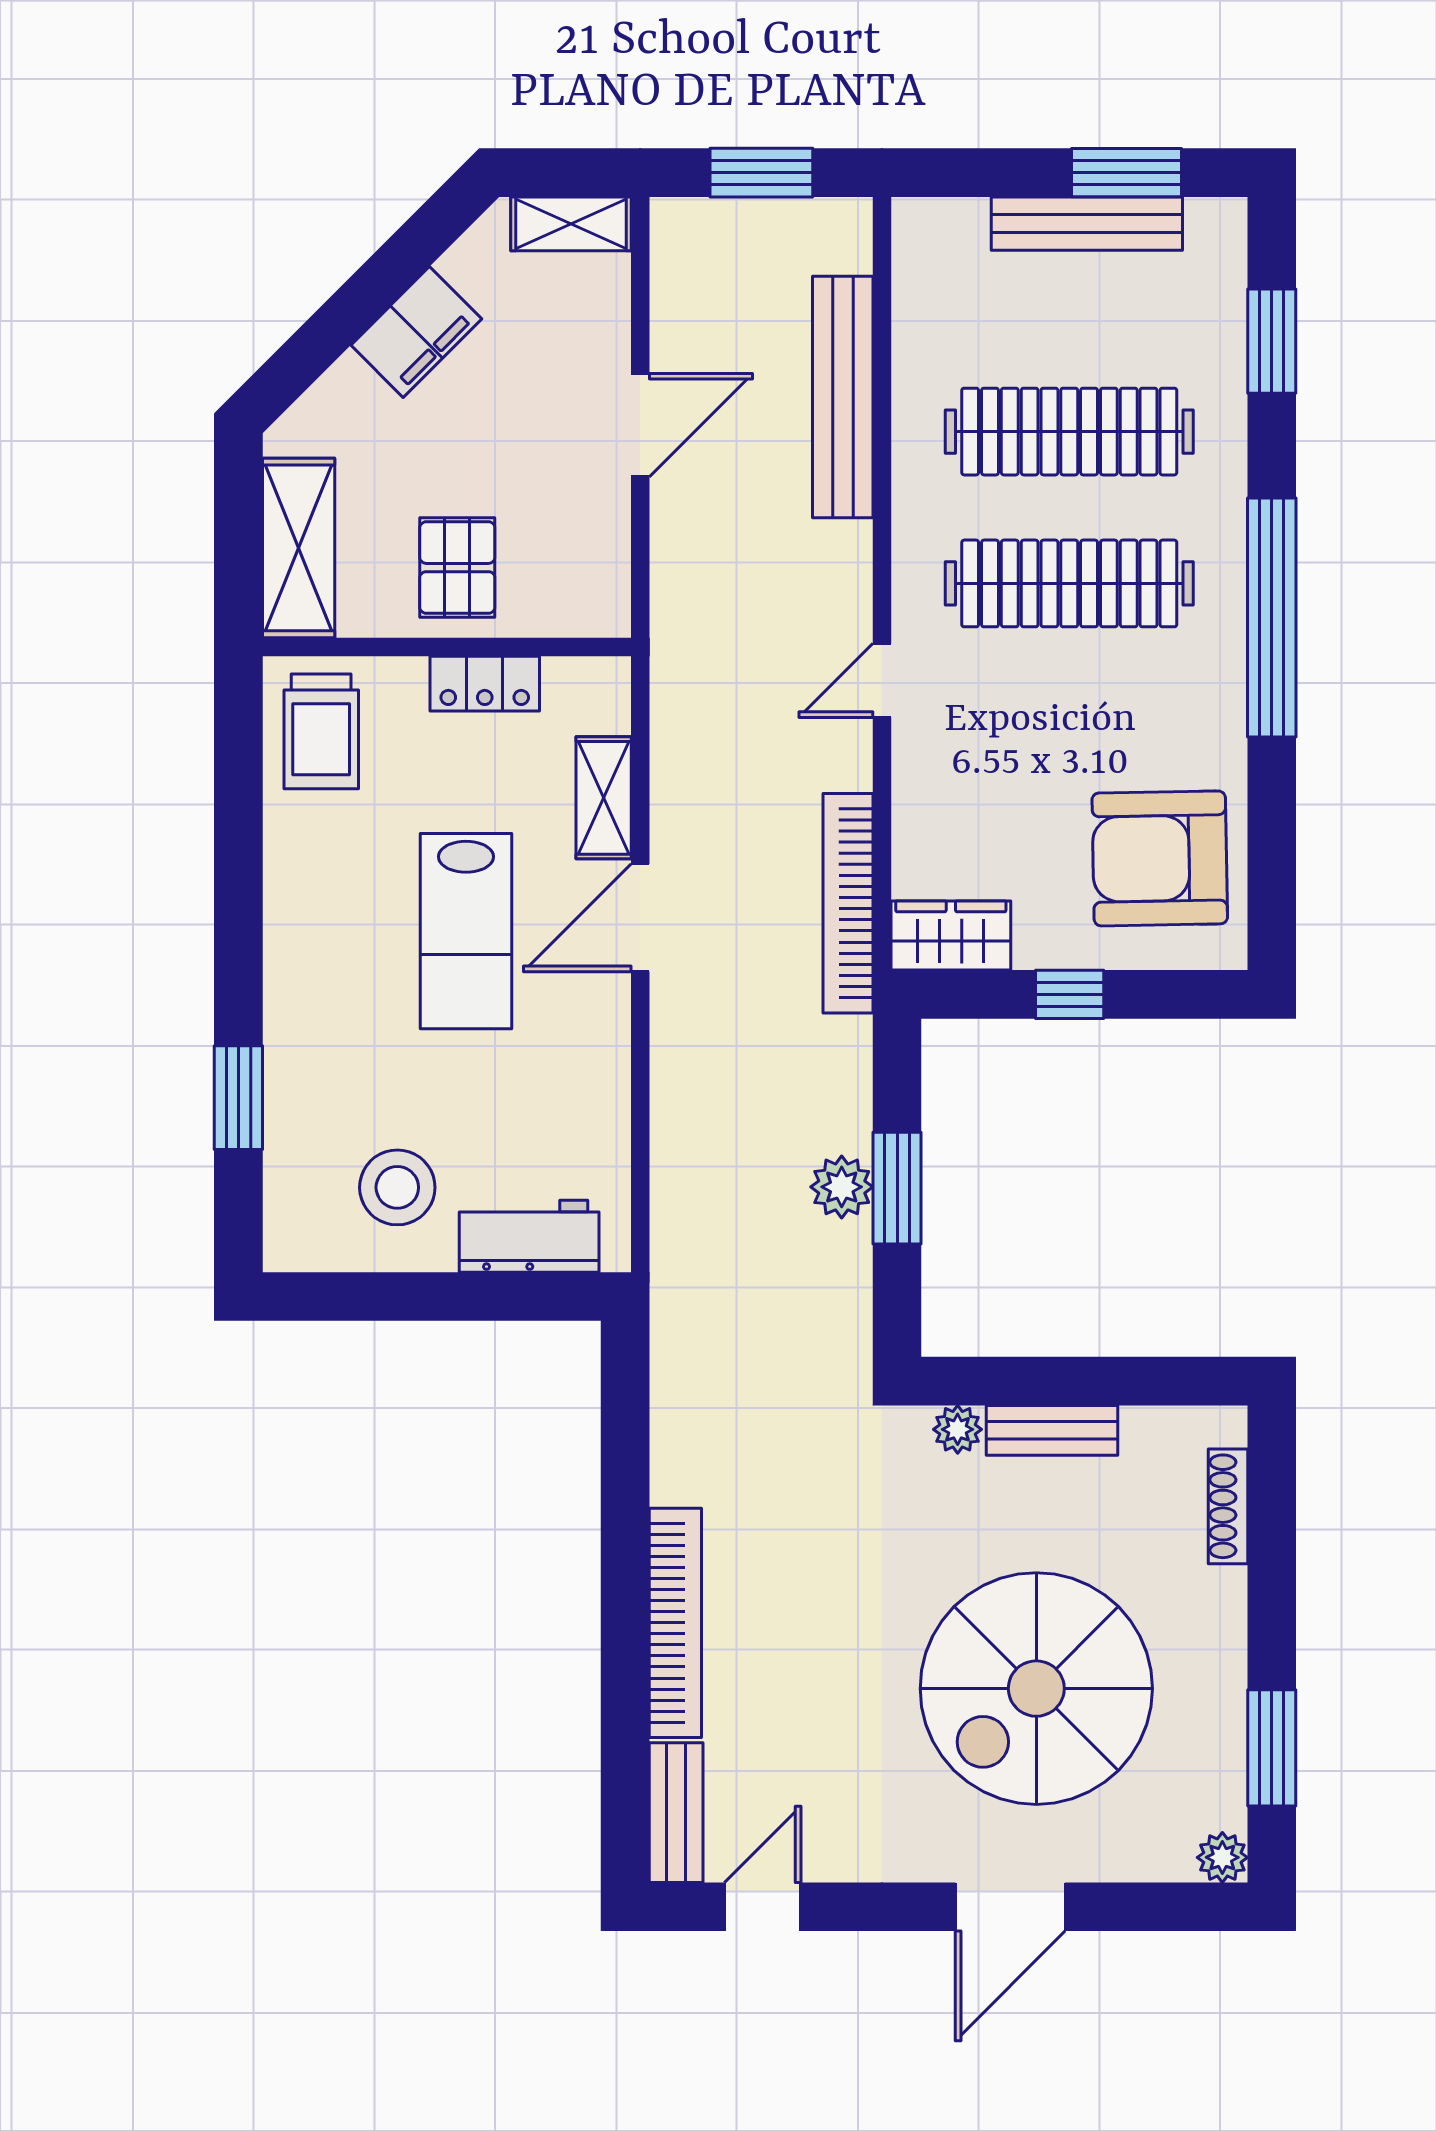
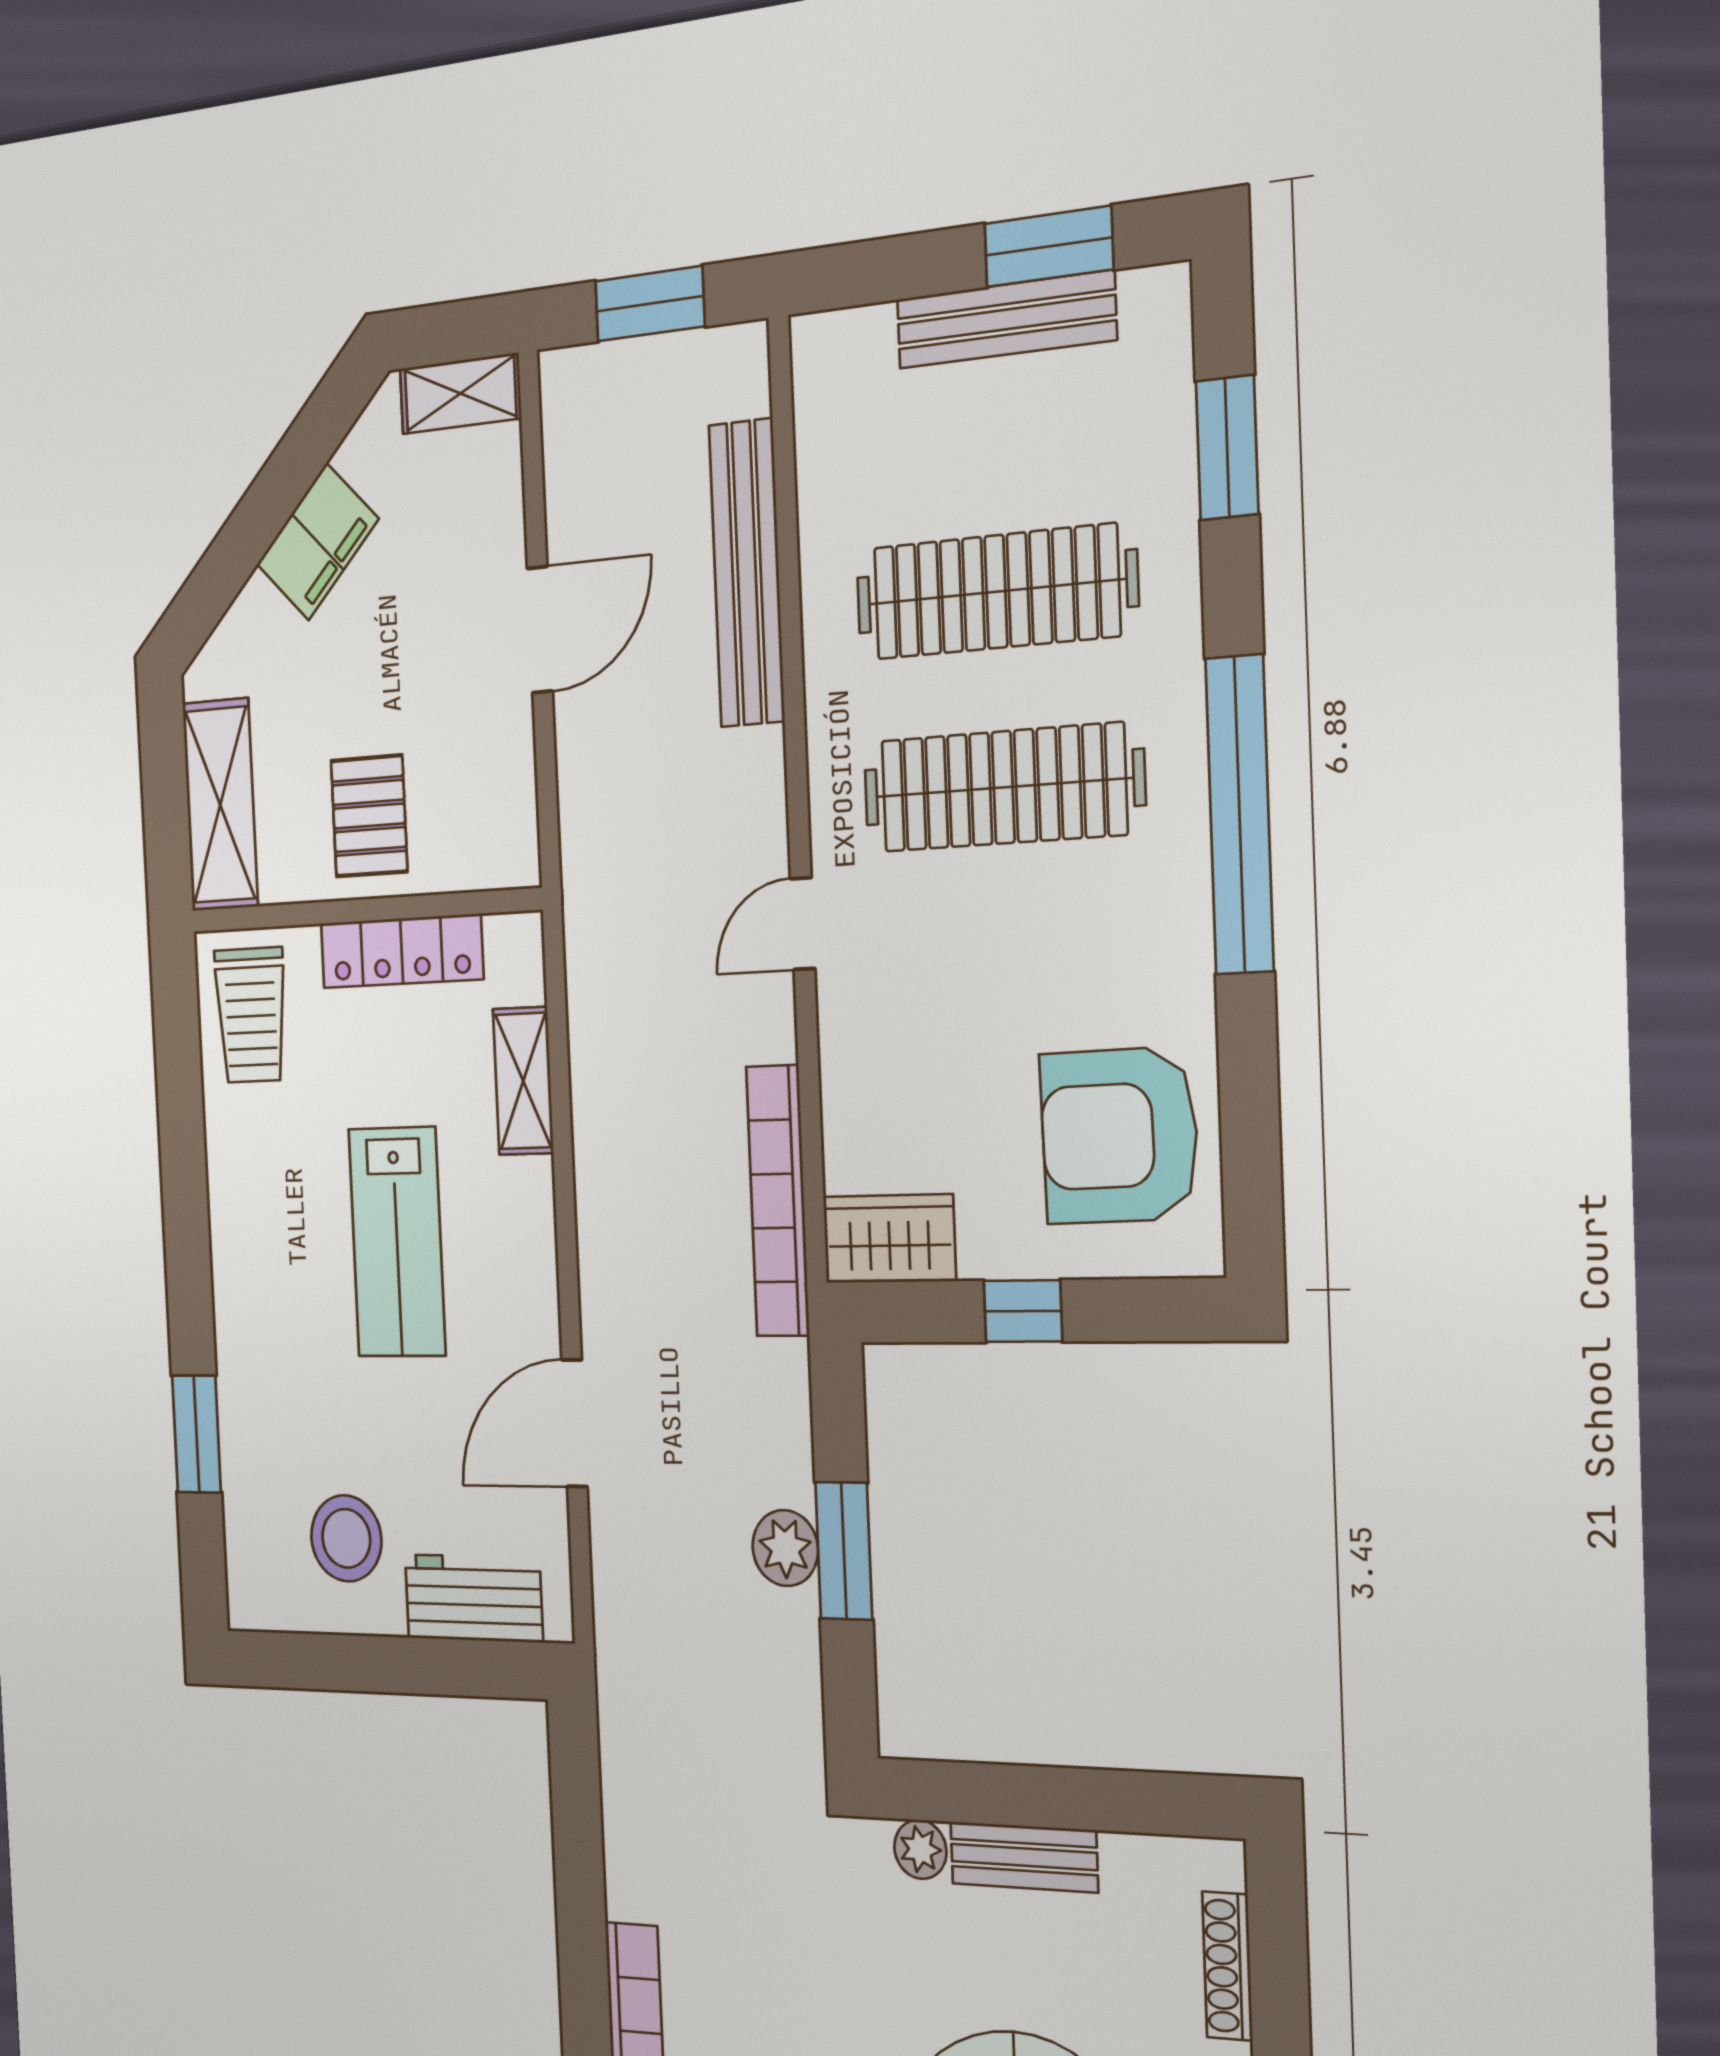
locker: (485, 684) -> (402, 951), width x1.53
door: (640, 918) -> (575, 1423), moved

